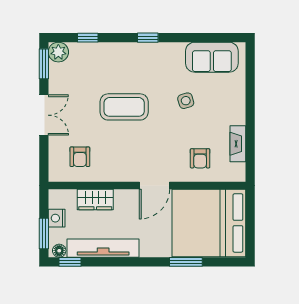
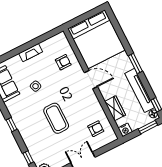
fireplace: (238, 144) -> (31, 53), moved
nightstand: (57, 218) -> (125, 130), moved
window: (186, 262) -> (135, 64), moved

